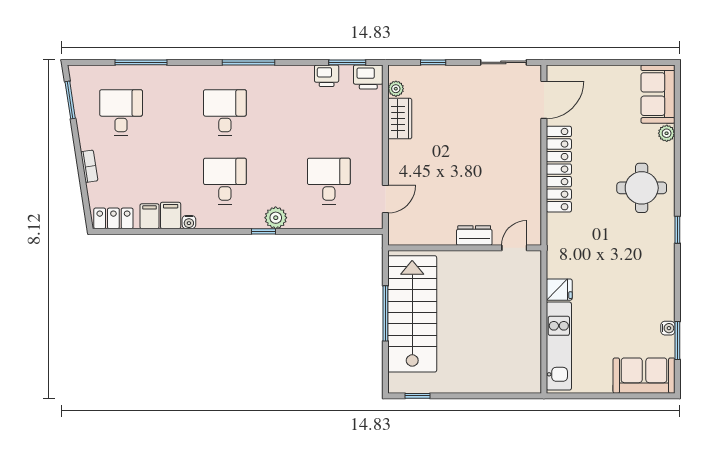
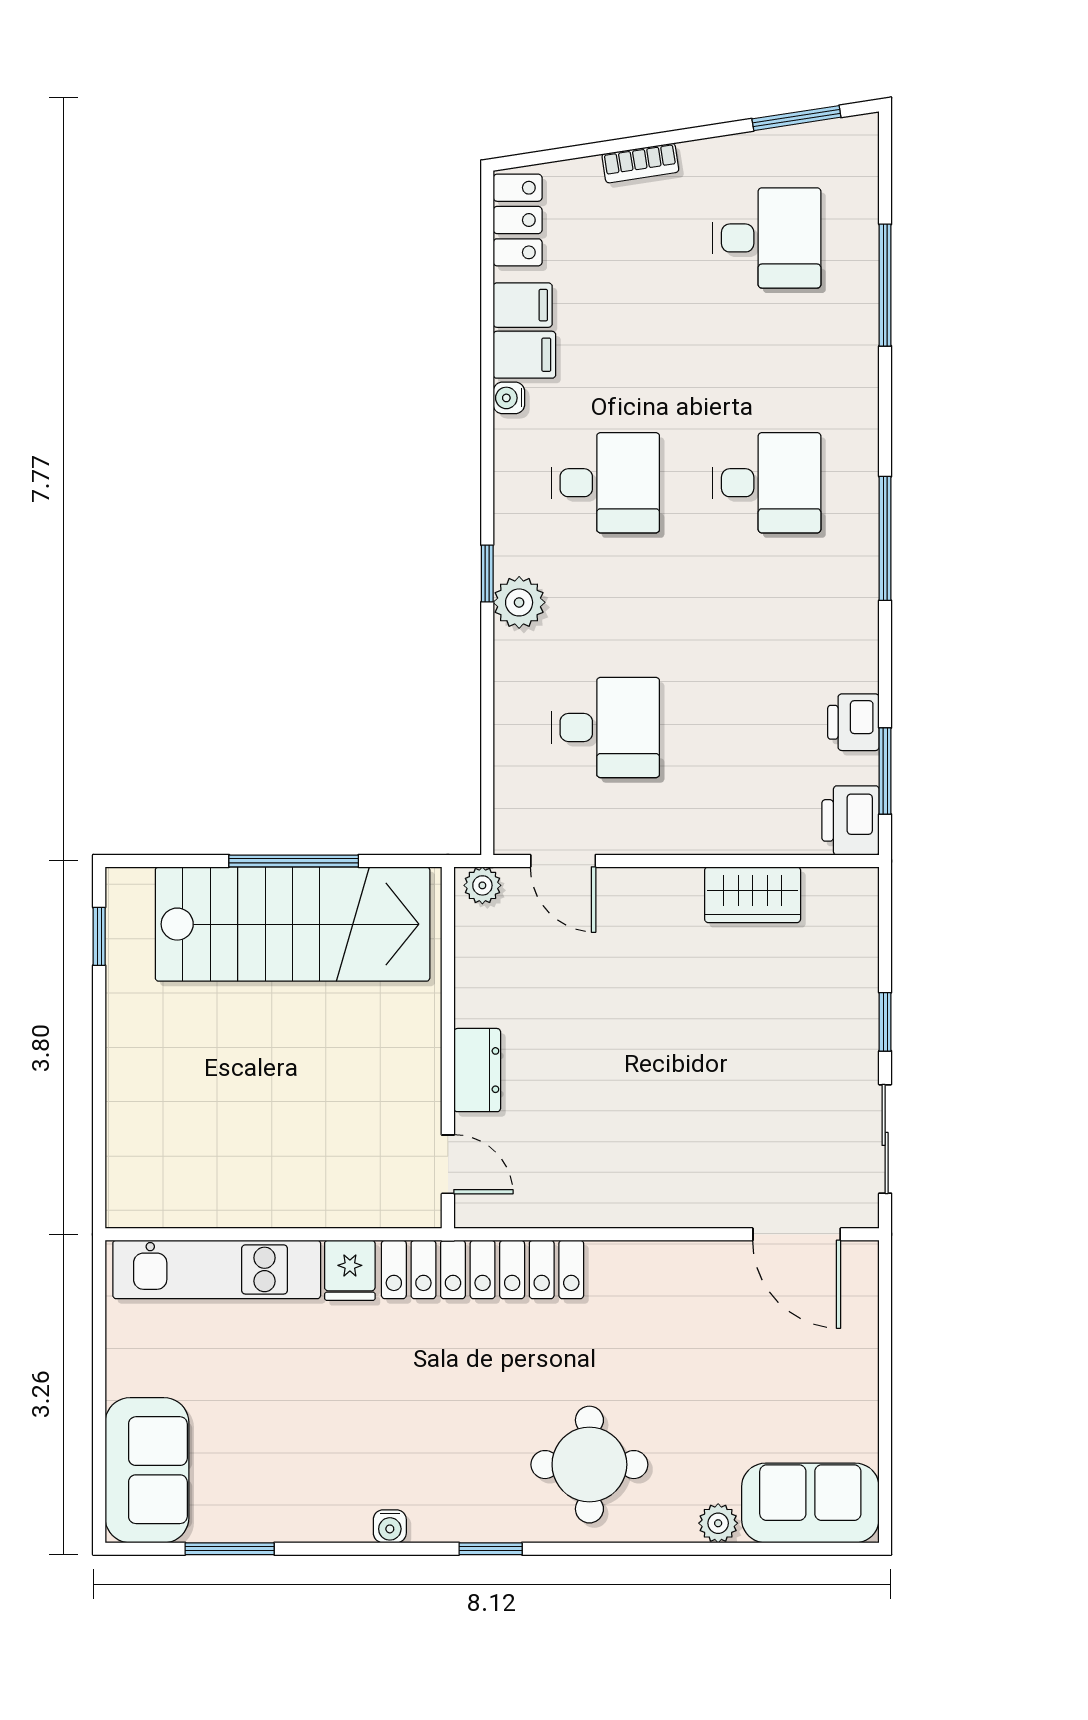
window: (433, 62) -> (885, 1022), moved
plant: (396, 89) -> (482, 885), moved
locker: (559, 169) -> (483, 1269), moved
water cooler: (668, 328) -> (390, 1526), moved

